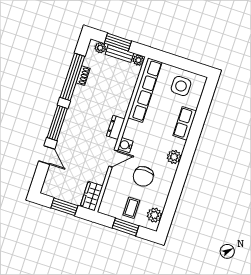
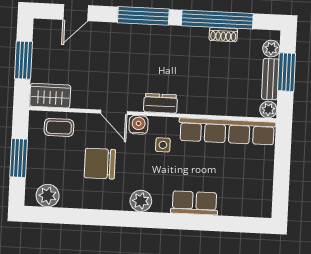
side table: (181, 86) -> (163, 145), moved, width x0.54, depth x0.54
door: (47, 155) -> (76, 13), moved
coffee table: (131, 208) -> (59, 127), moved

